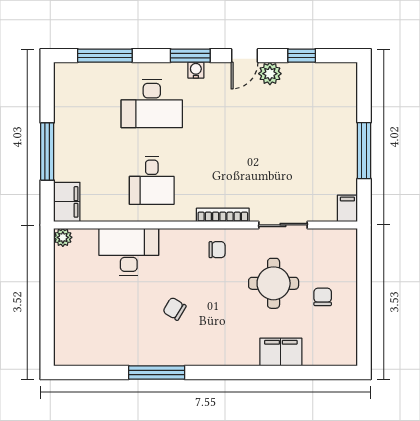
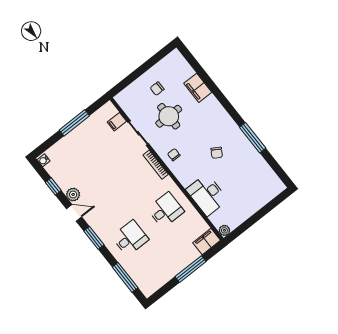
water cooler: (196, 70) -> (43, 160), moved
desk: (152, 104) -> (130, 238), width x0.73
filing cabinet: (347, 208) -> (117, 122), moved

